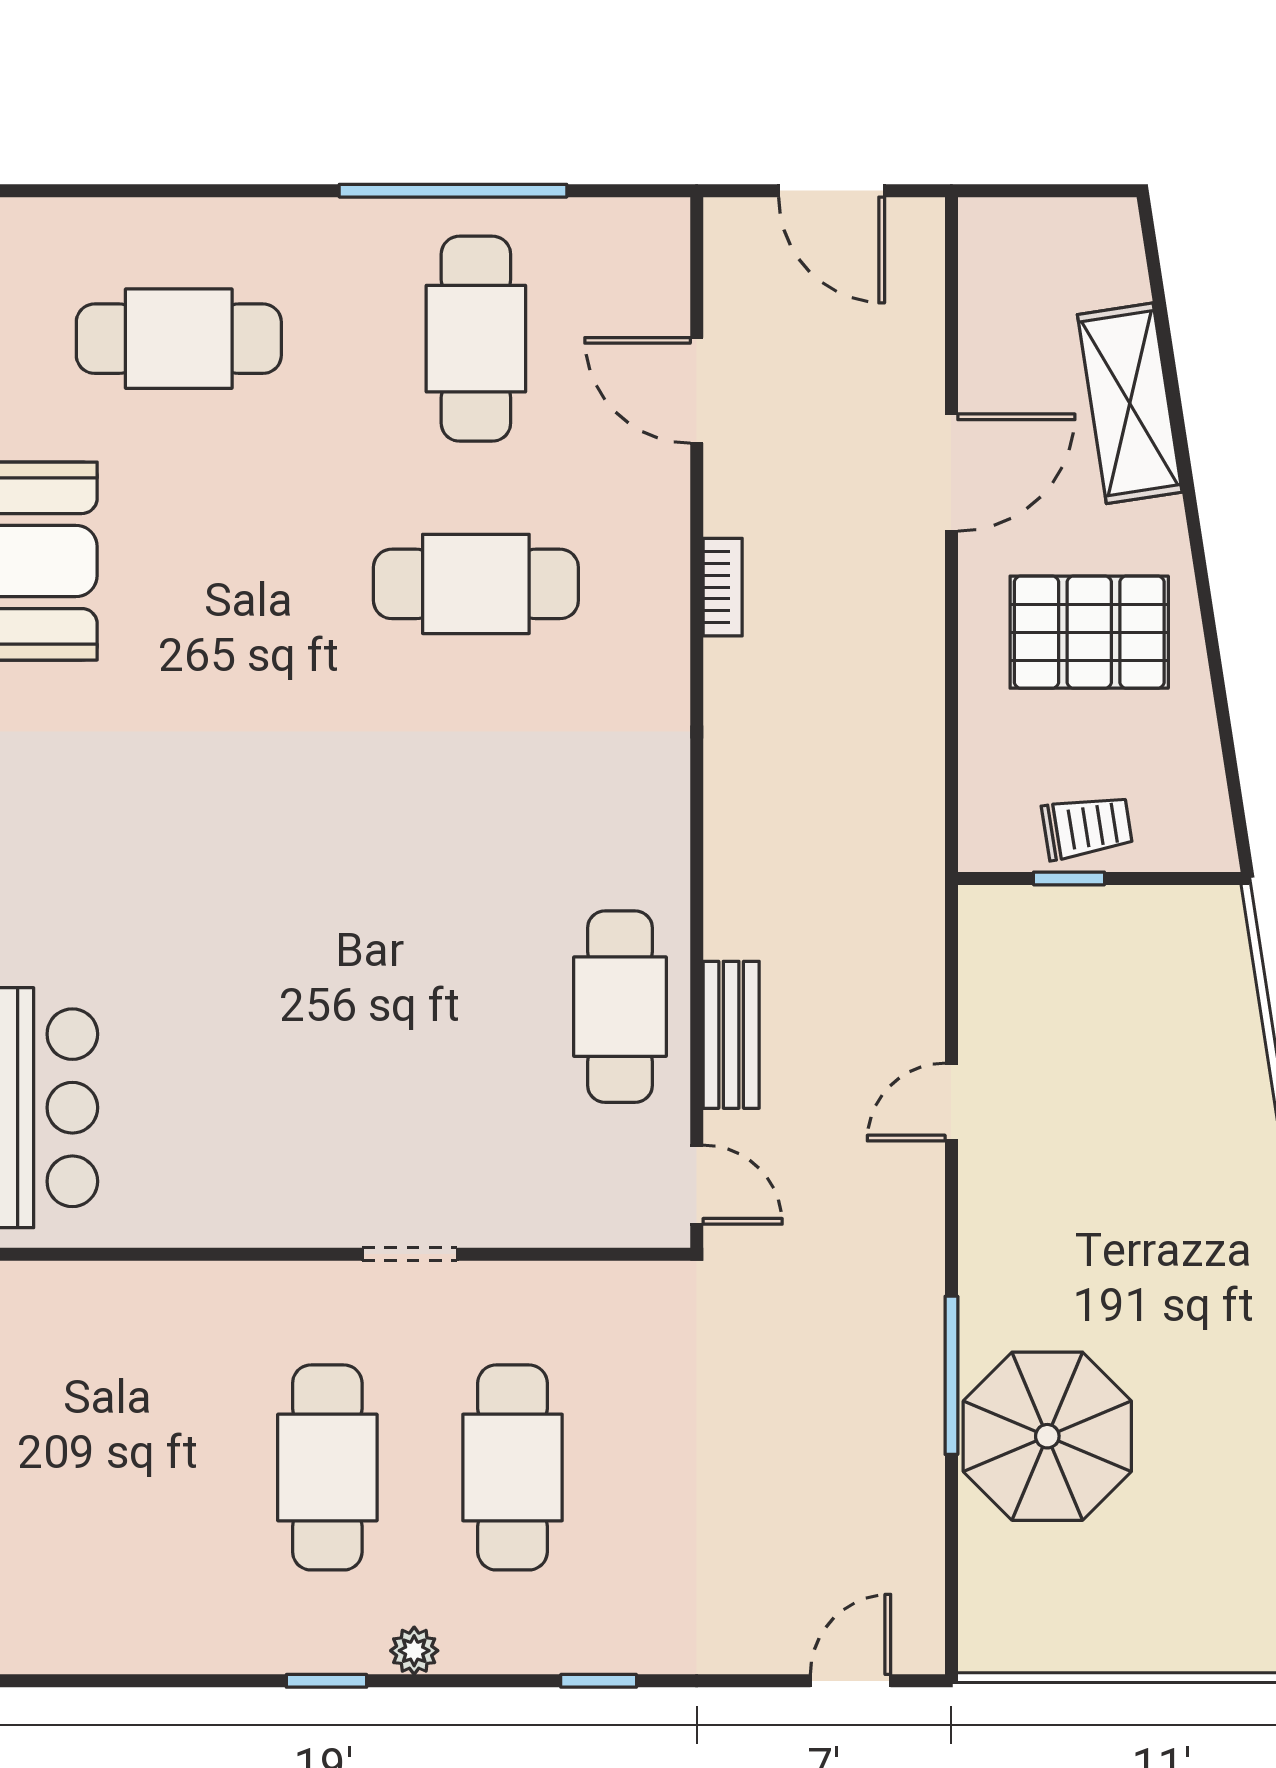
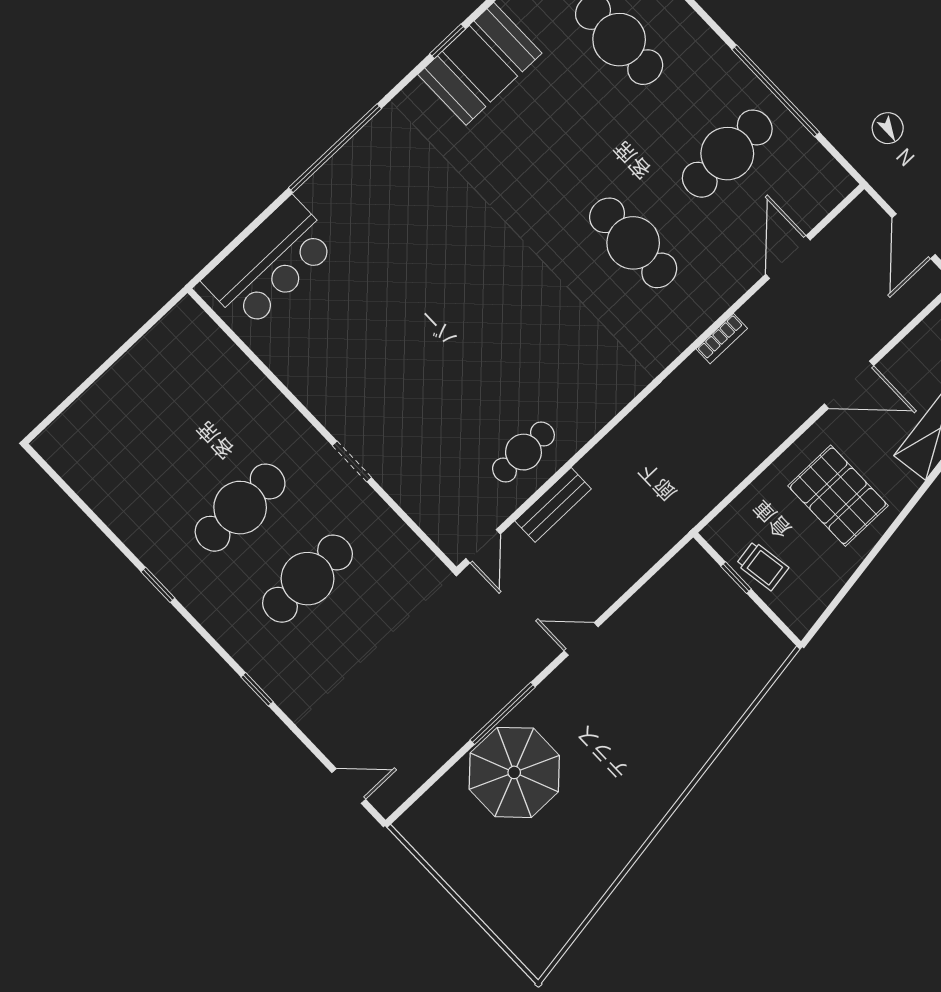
cafe table: (620, 1007) -> (523, 452), width x0.73, depth x0.74
door: (951, 1102) -> (581, 639), moved
plant: (414, 1651) -> (201, 608), removed

